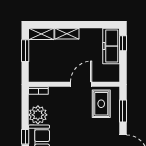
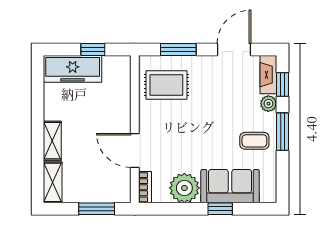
window: (123, 43) -> (93, 49), moved
window: (25, 51) -> (97, 209), moved
door: (81, 84) -> (135, 150), moved

